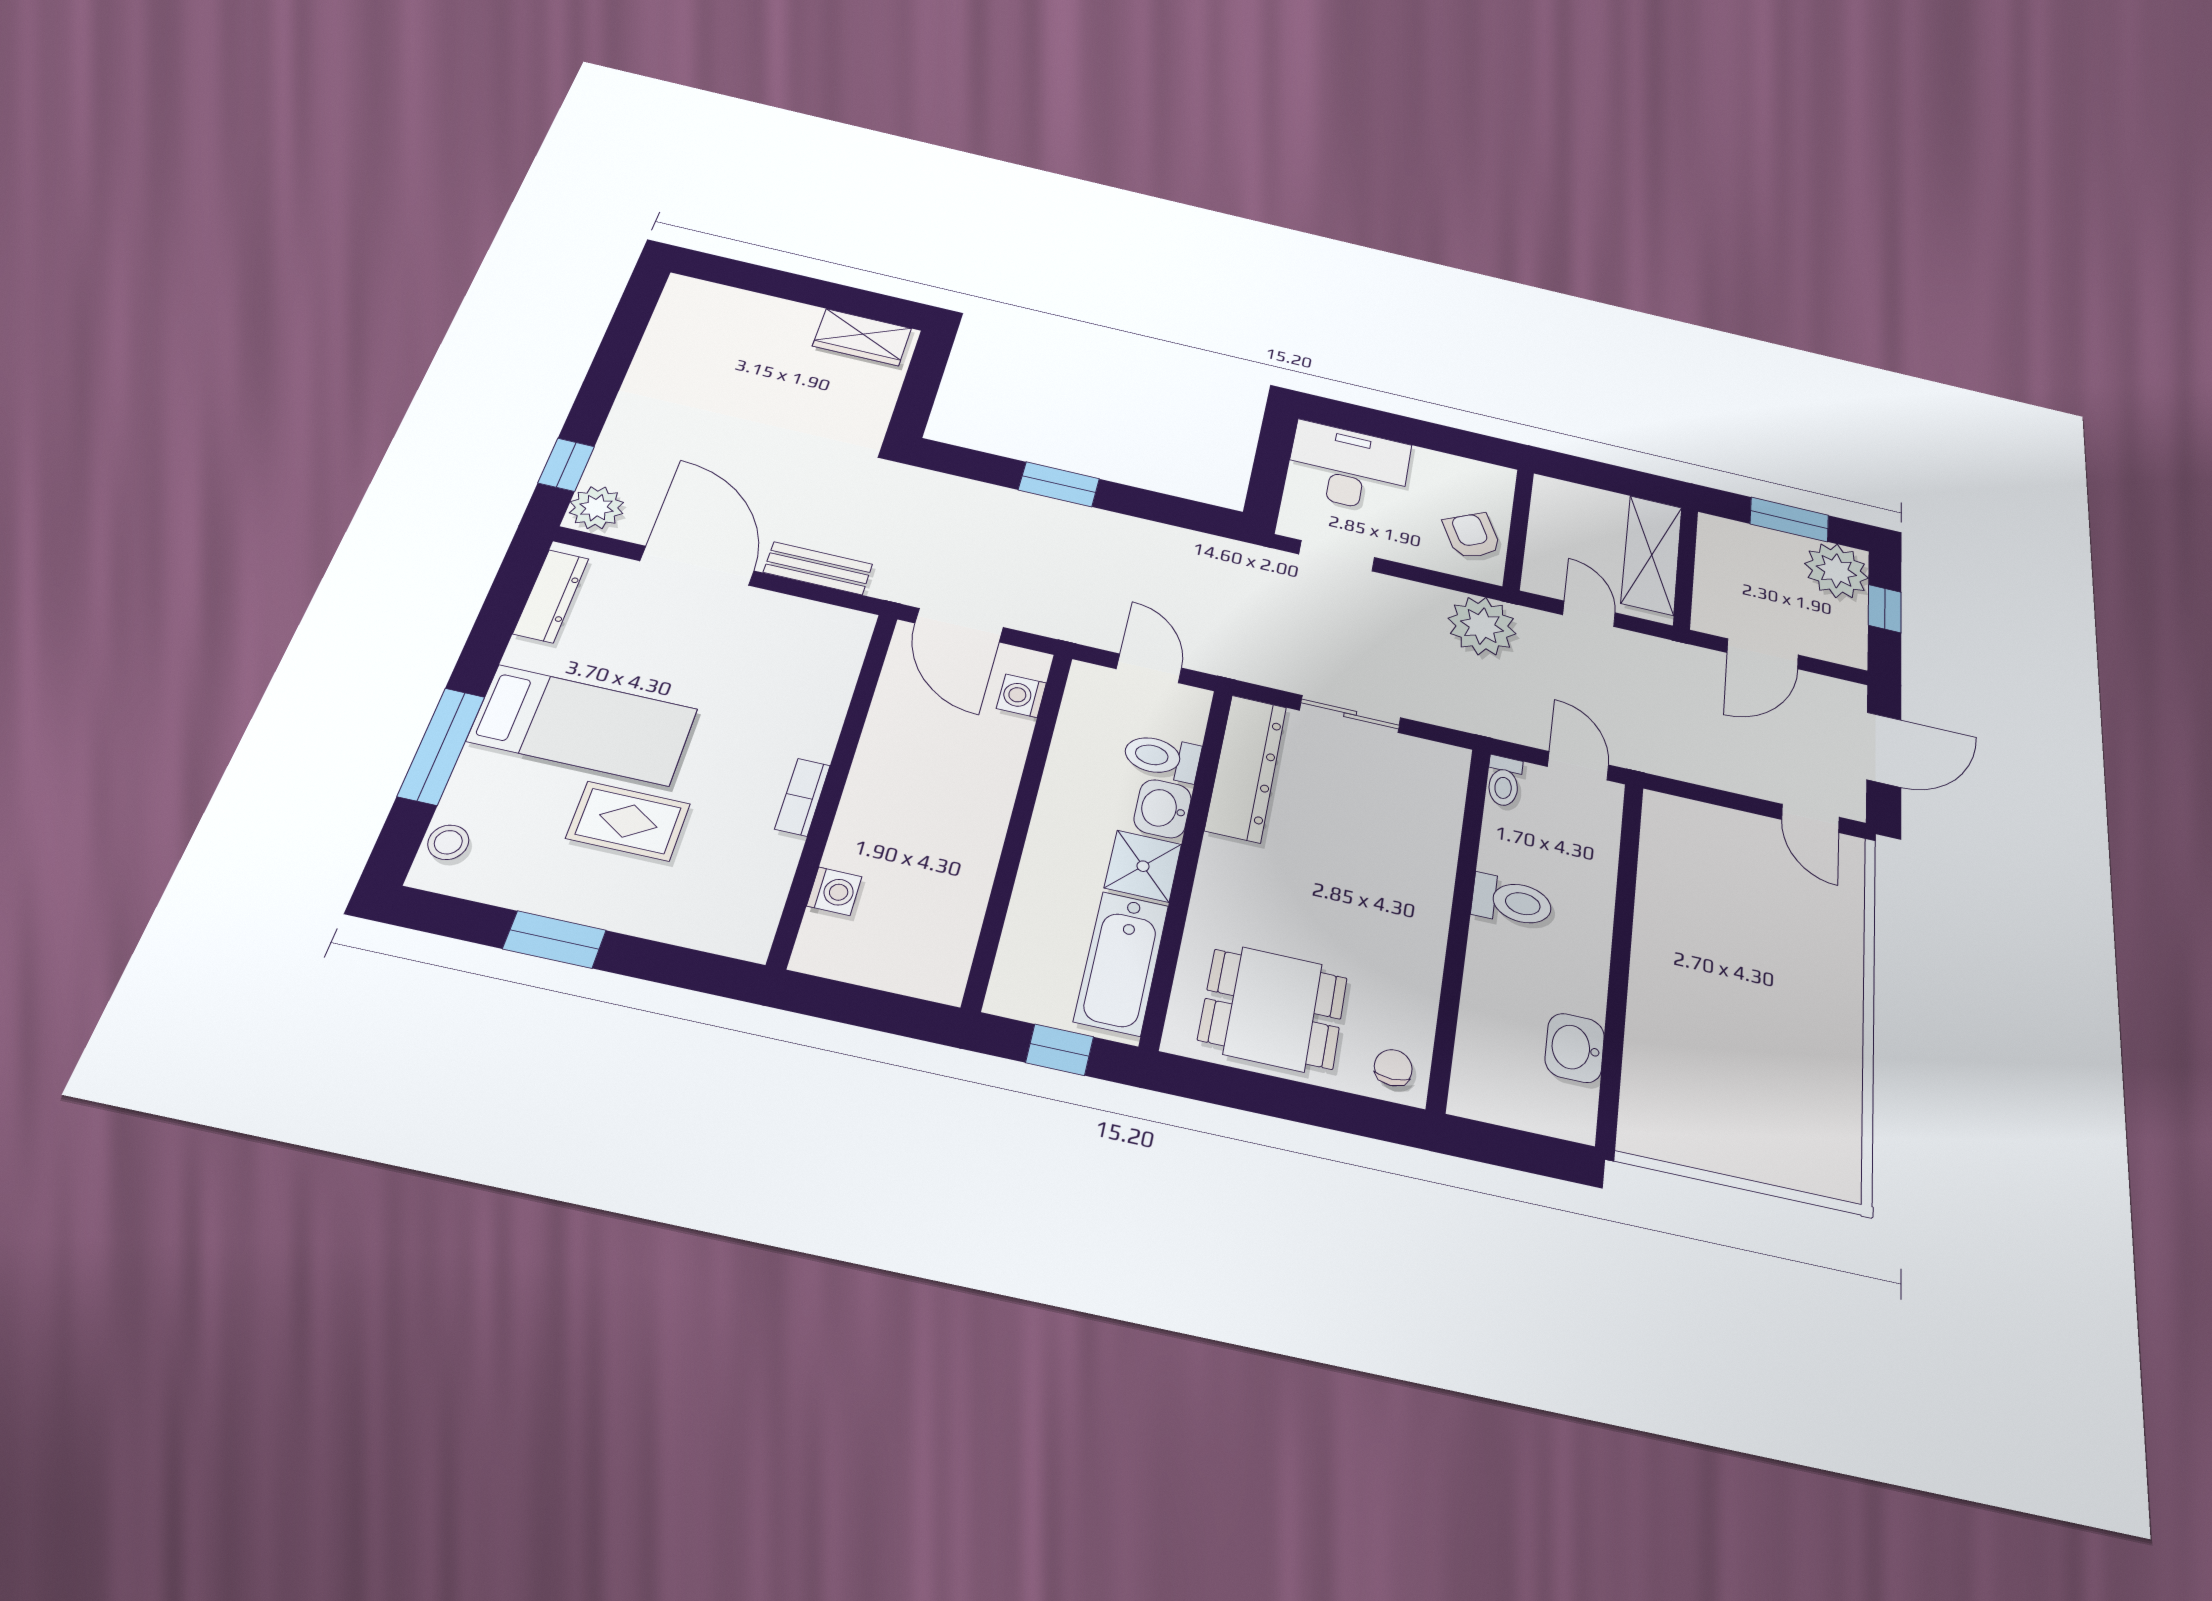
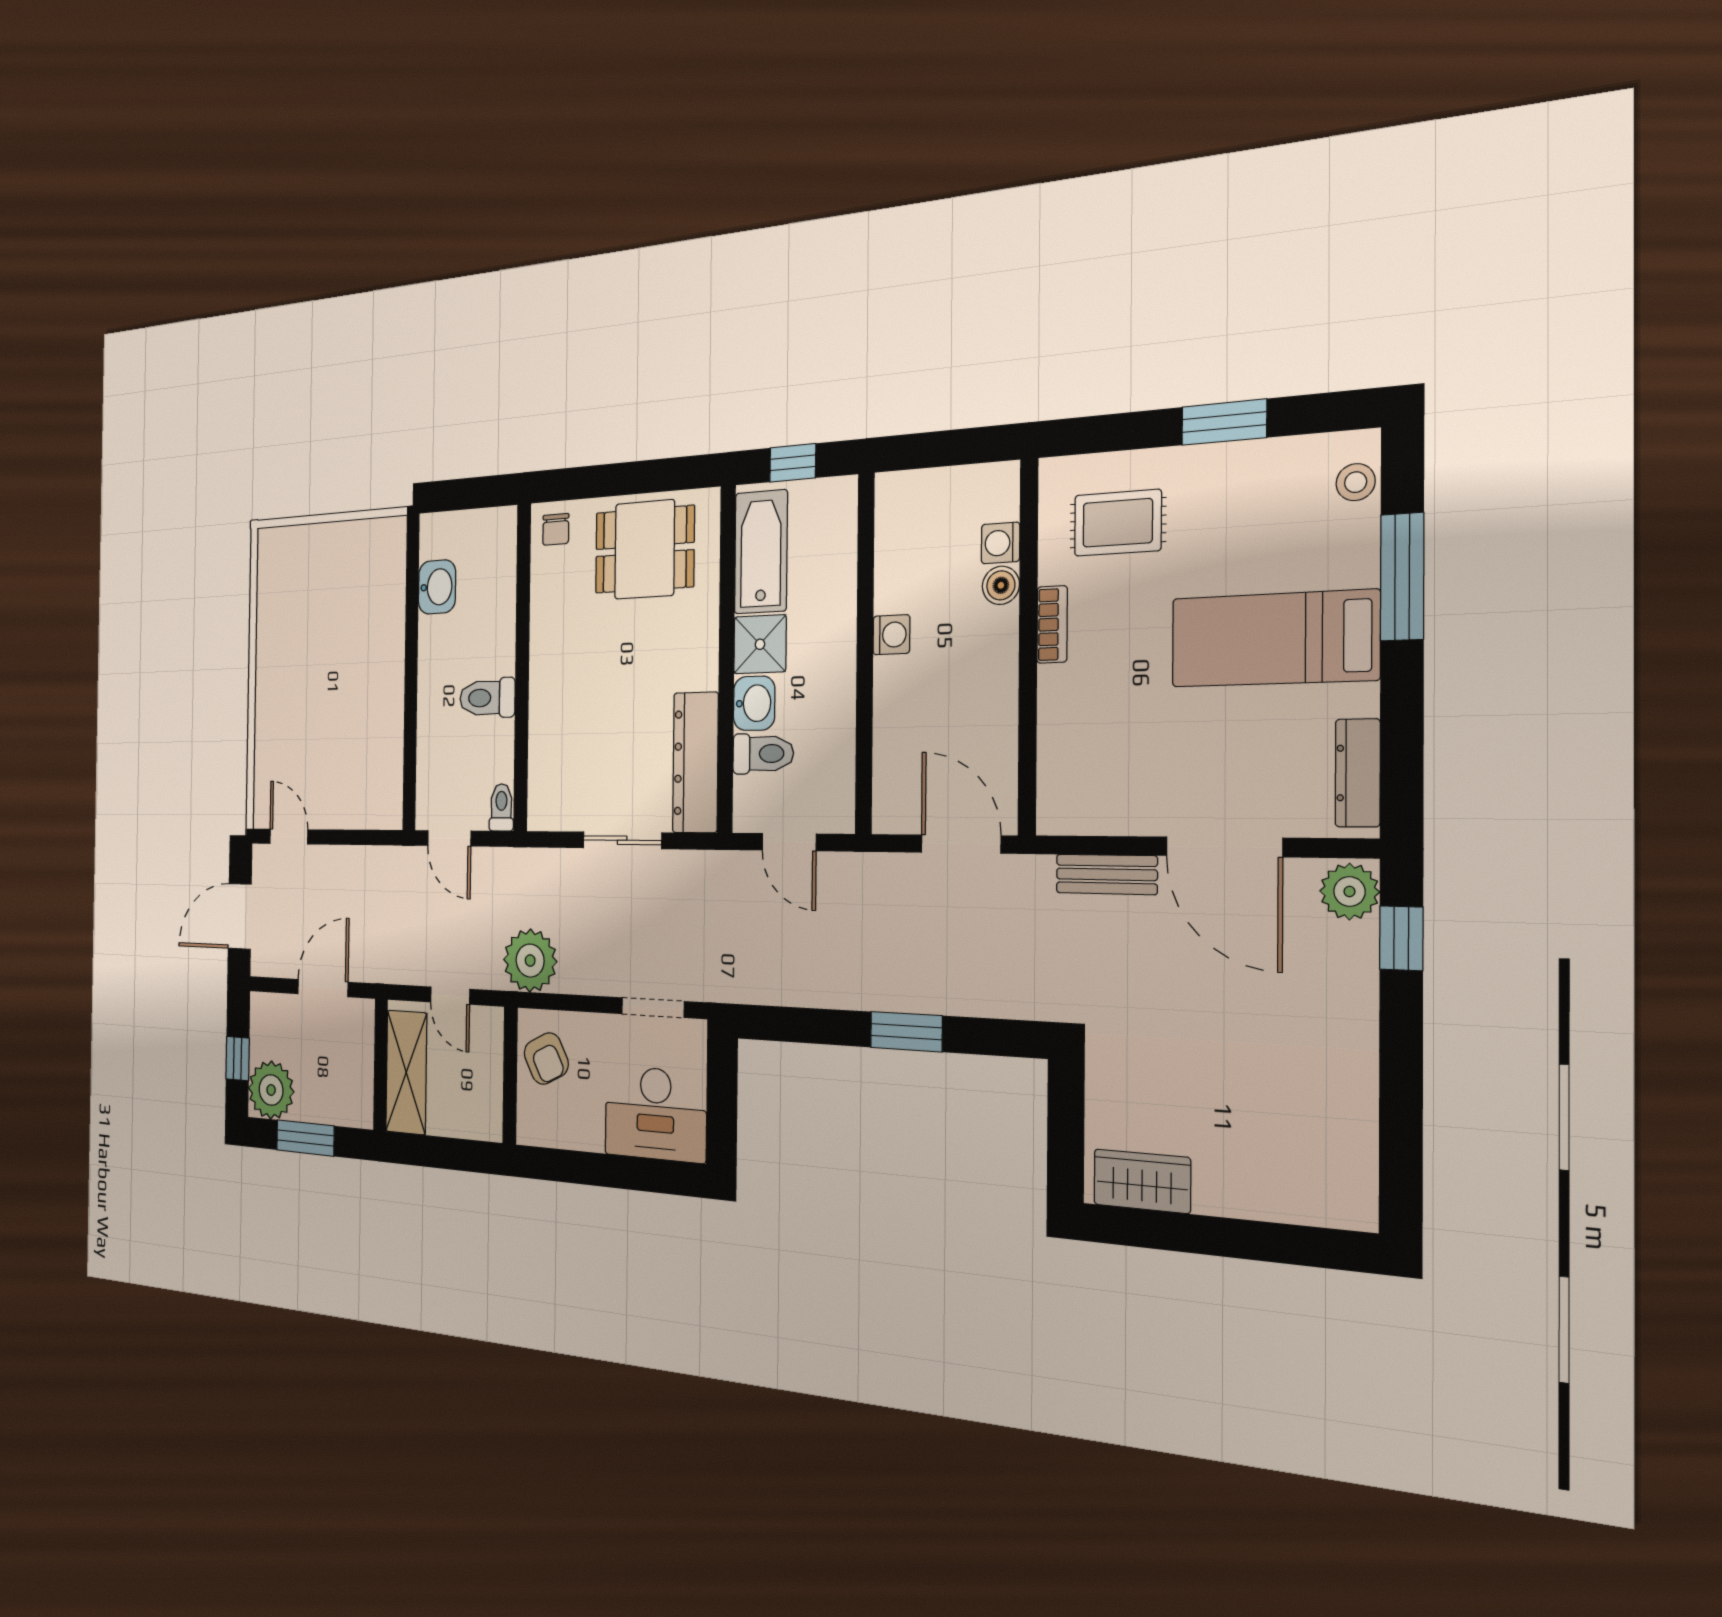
washing machine: (1021, 696) -> (891, 635), moved
rug: (628, 821) -> (1118, 523), moved
boiler: (846, 849) -> (1001, 585), added

